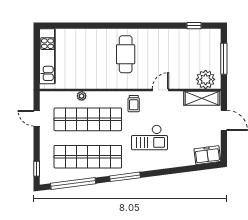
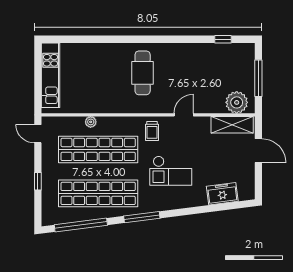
door: (37, 118) -> (38, 134), moved
freezer: (207, 155) -> (222, 194), moved
window: (37, 169) -> (38, 181), moved

